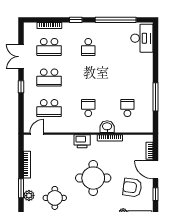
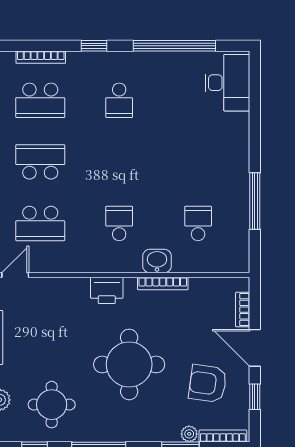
school desk: (49, 77) -> (40, 162), turned 180

